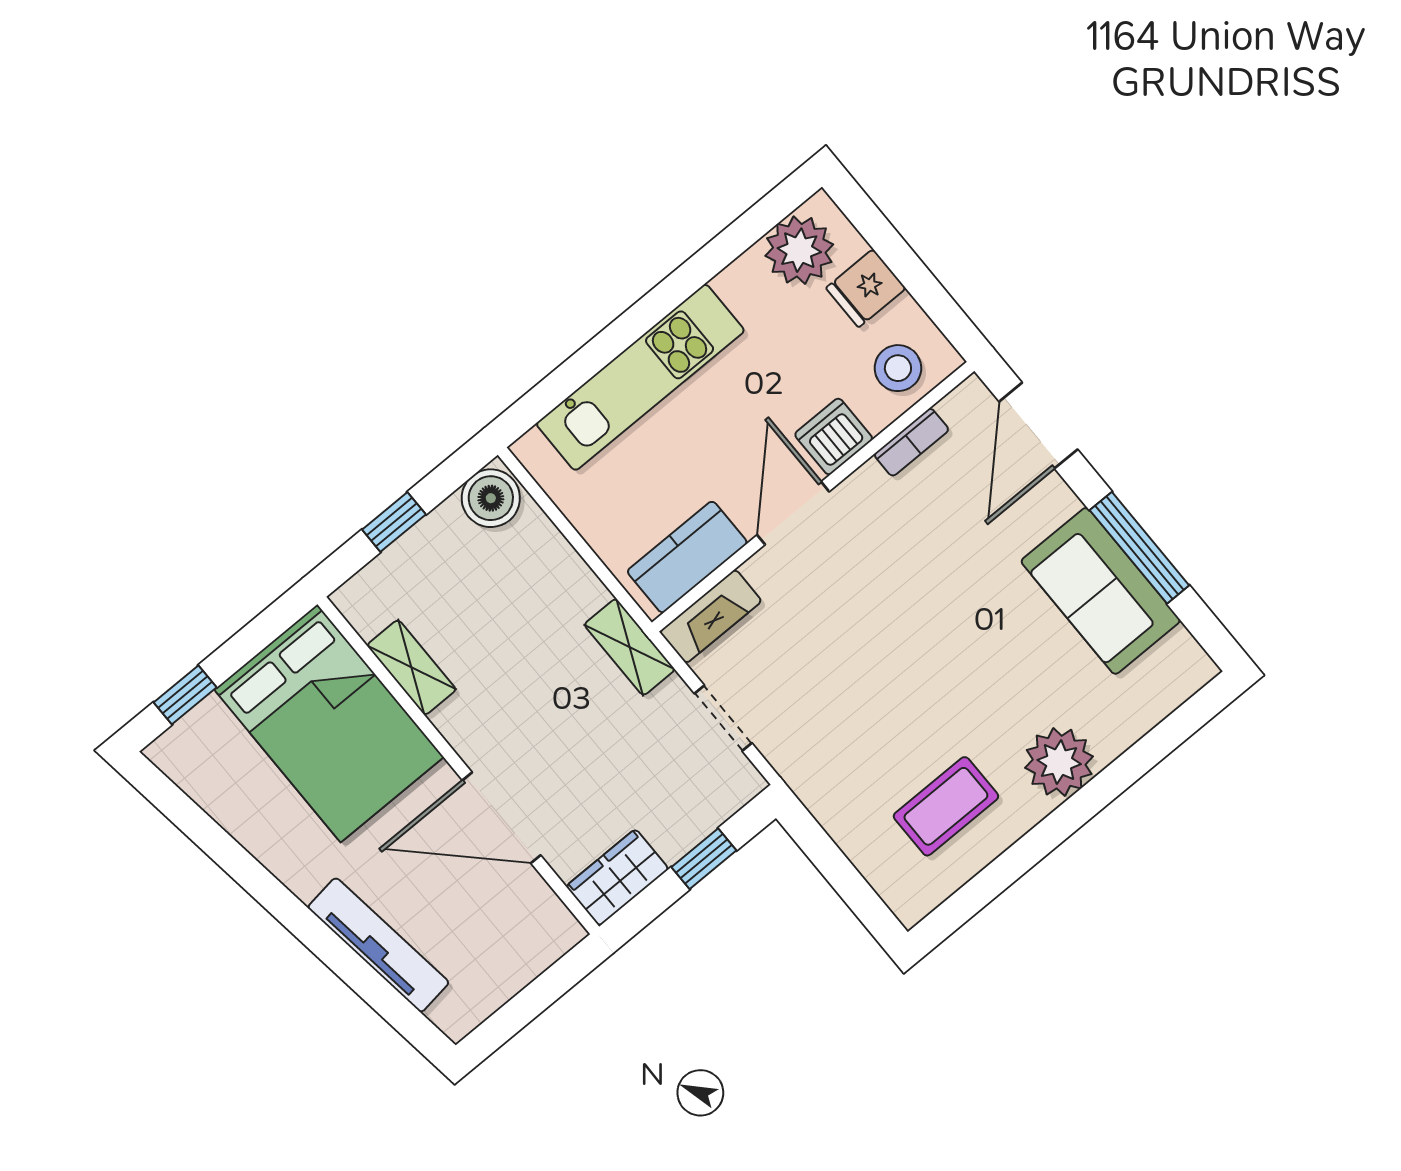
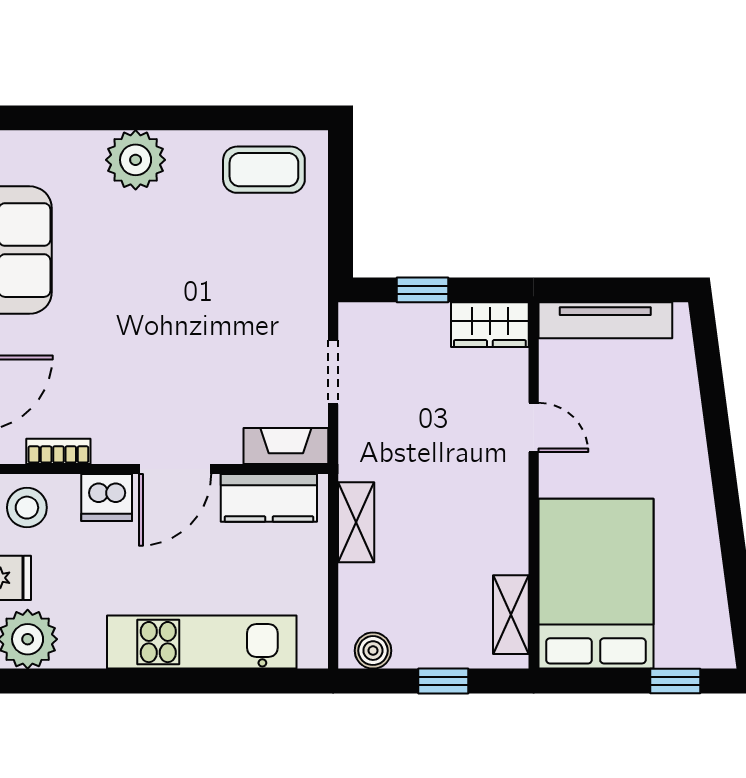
boiler: (491, 498) -> (373, 651), width x0.73, depth x0.73
shelving: (630, 647) -> (356, 522), moved
shelving: (412, 667) -> (511, 615), moved
coffee table: (946, 806) -> (264, 170), moved
door: (501, 818) -> (534, 427), width x0.53
tv unit: (378, 945) -> (605, 320), moved, turned -82

